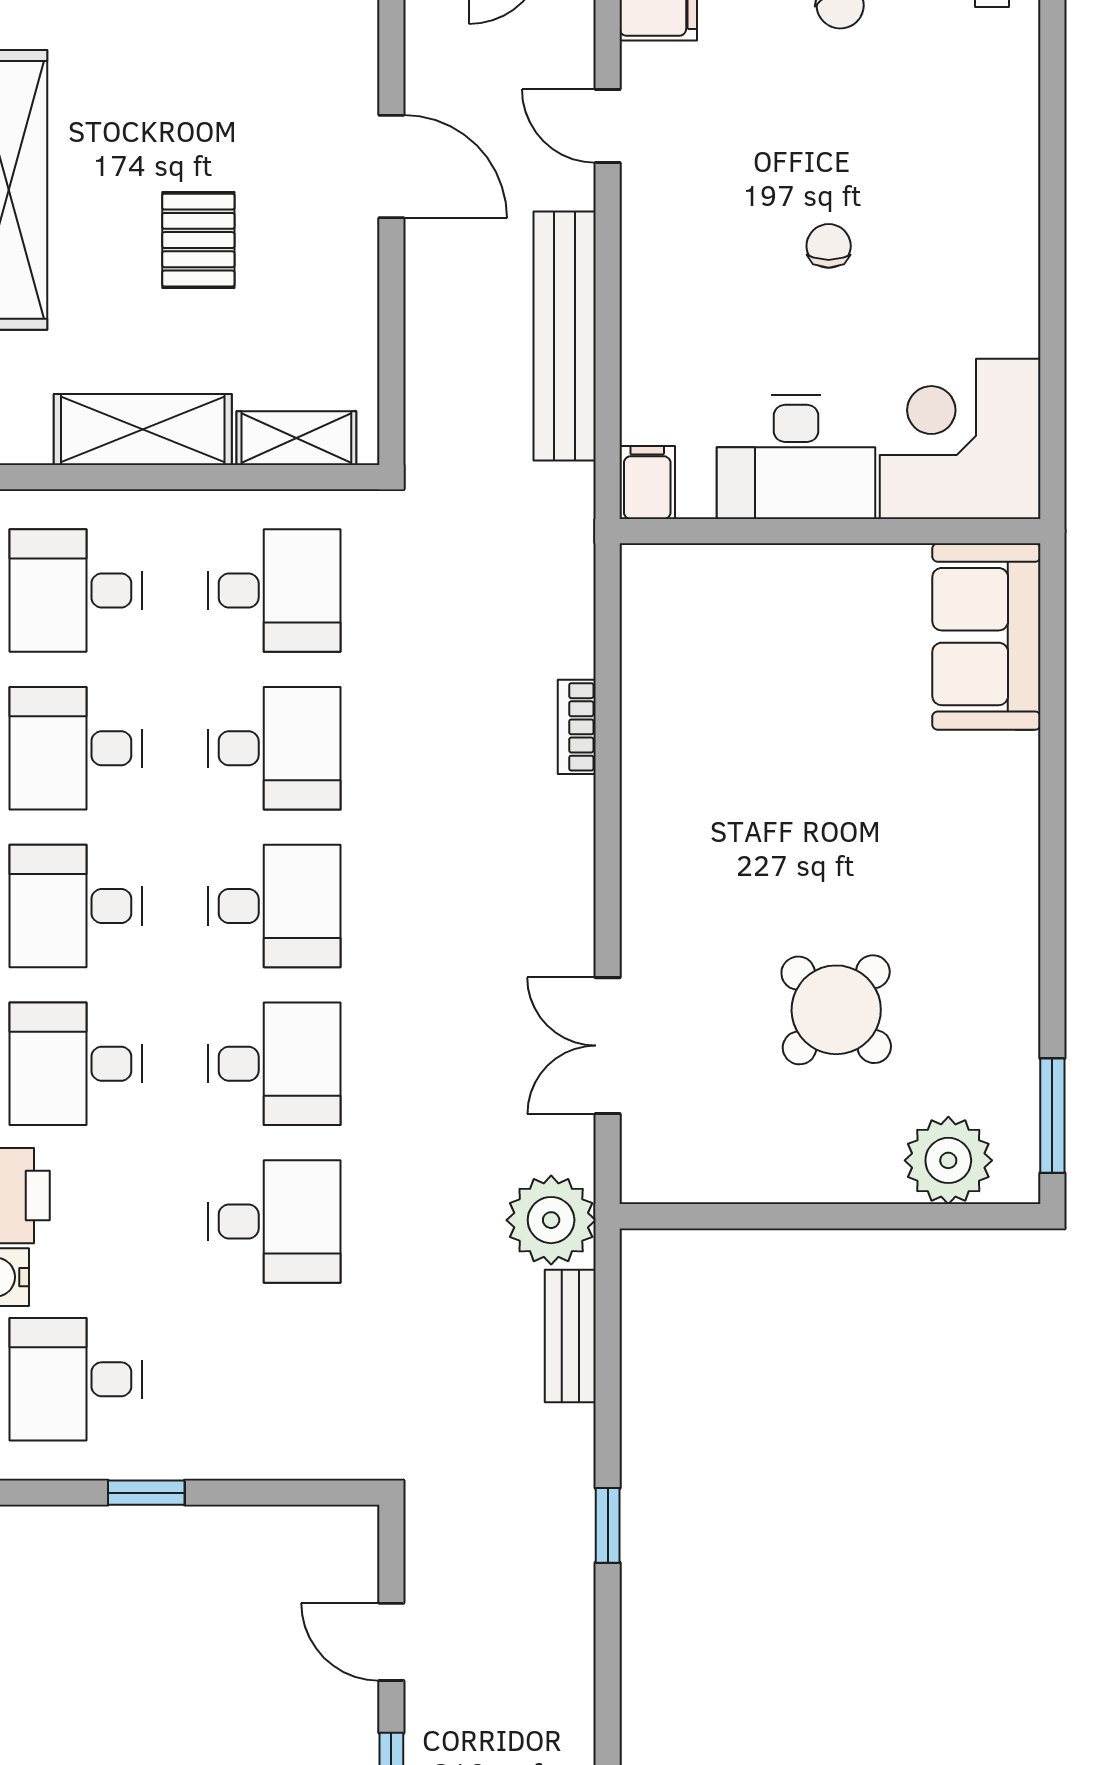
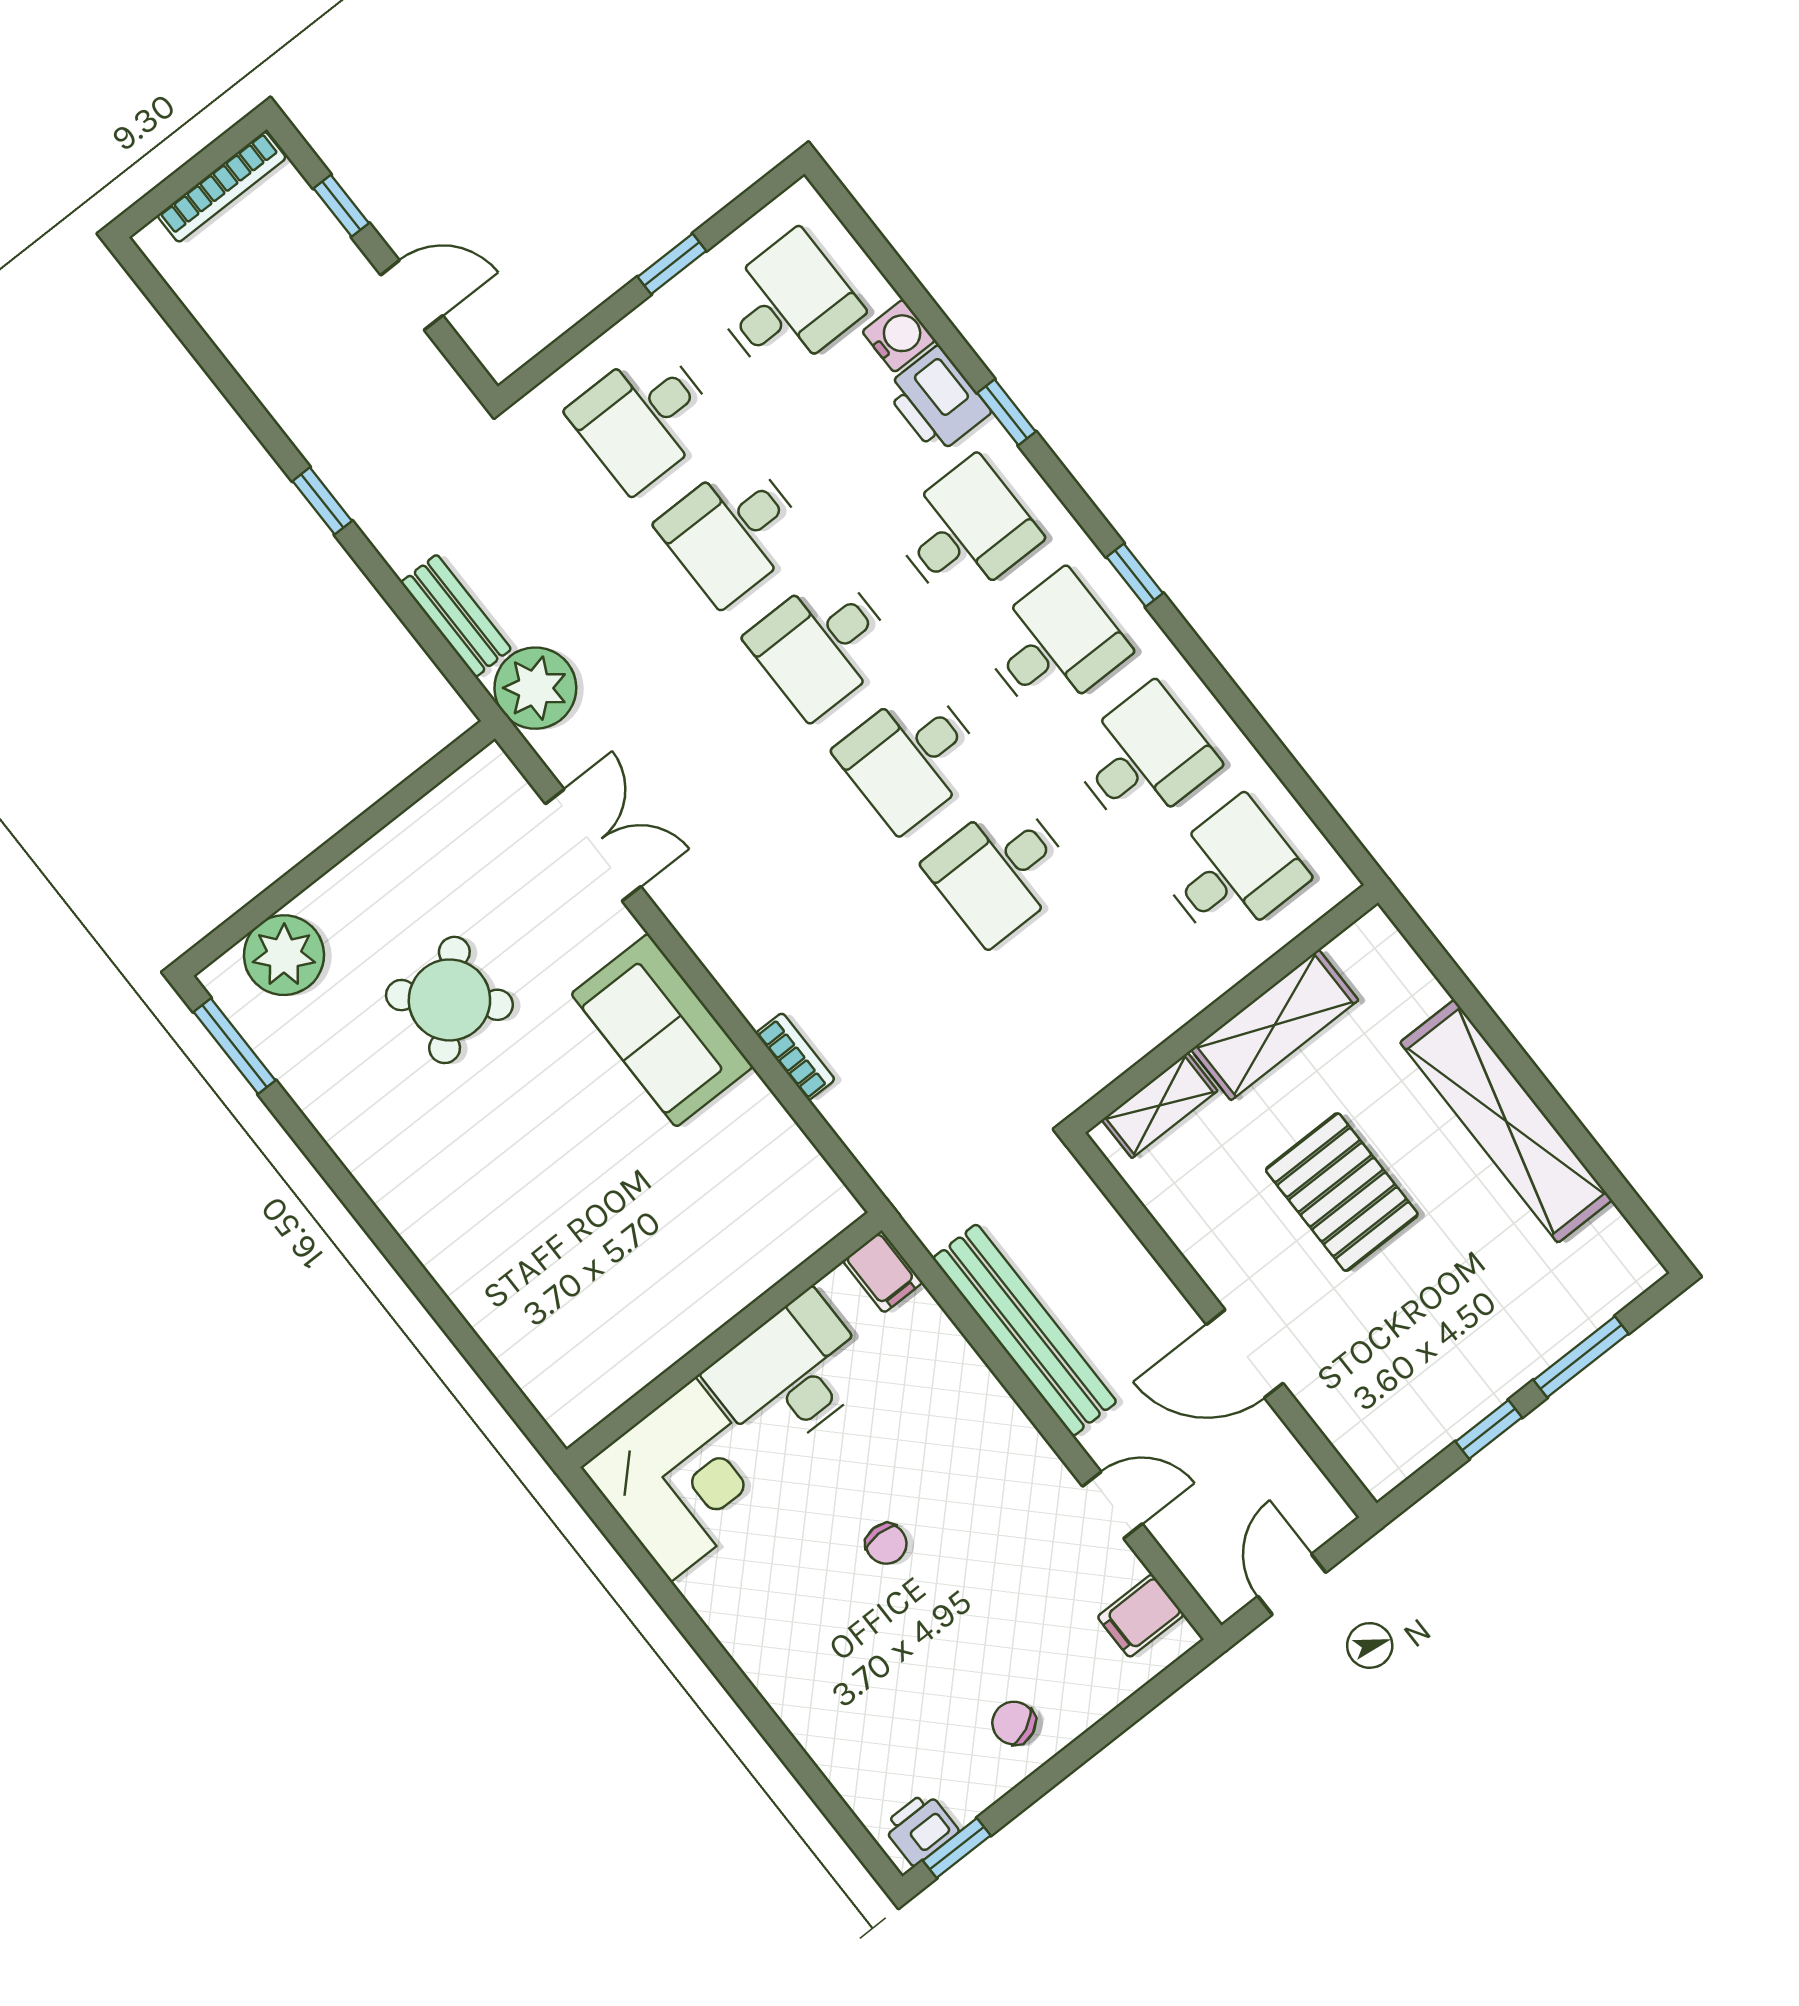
pallet: (198, 240) -> (1342, 1192), width x1.50, depth x1.42
desk: (274, 590) -> (644, 418), moved
sofa: (986, 637) -> (662, 1030), moved, turned 180

